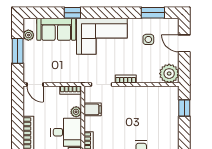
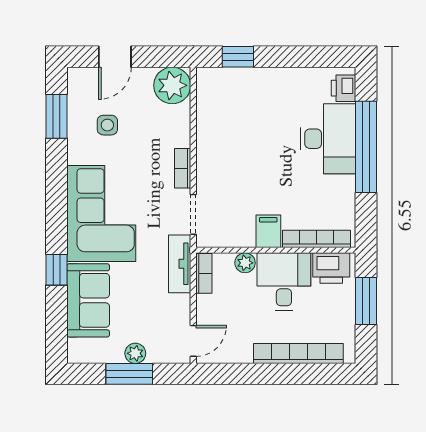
plant: (28, 35) -> (135, 353), moved
tv unit: (75, 77) -> (180, 264), added
filing cabinet: (93, 109) -> (268, 231), moved

